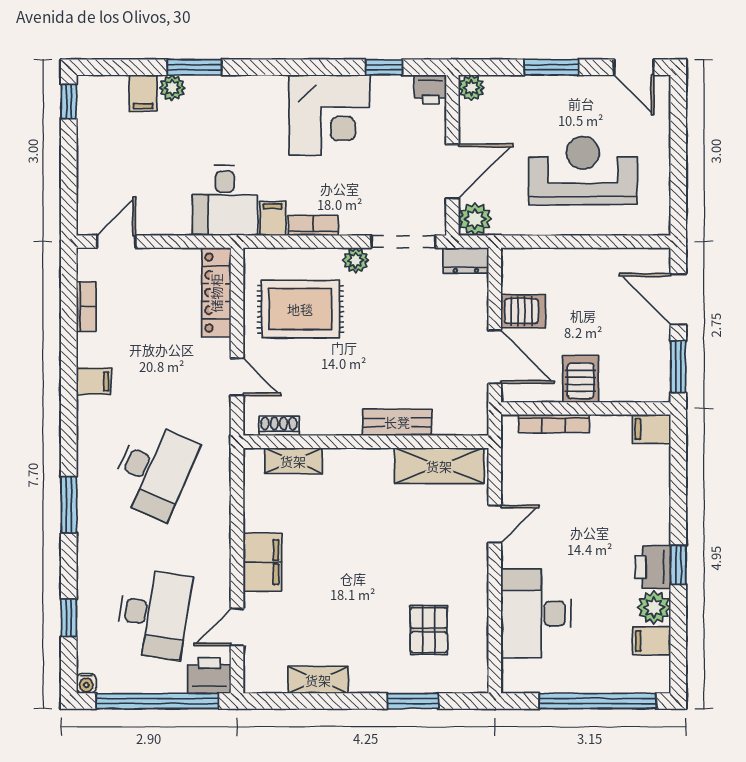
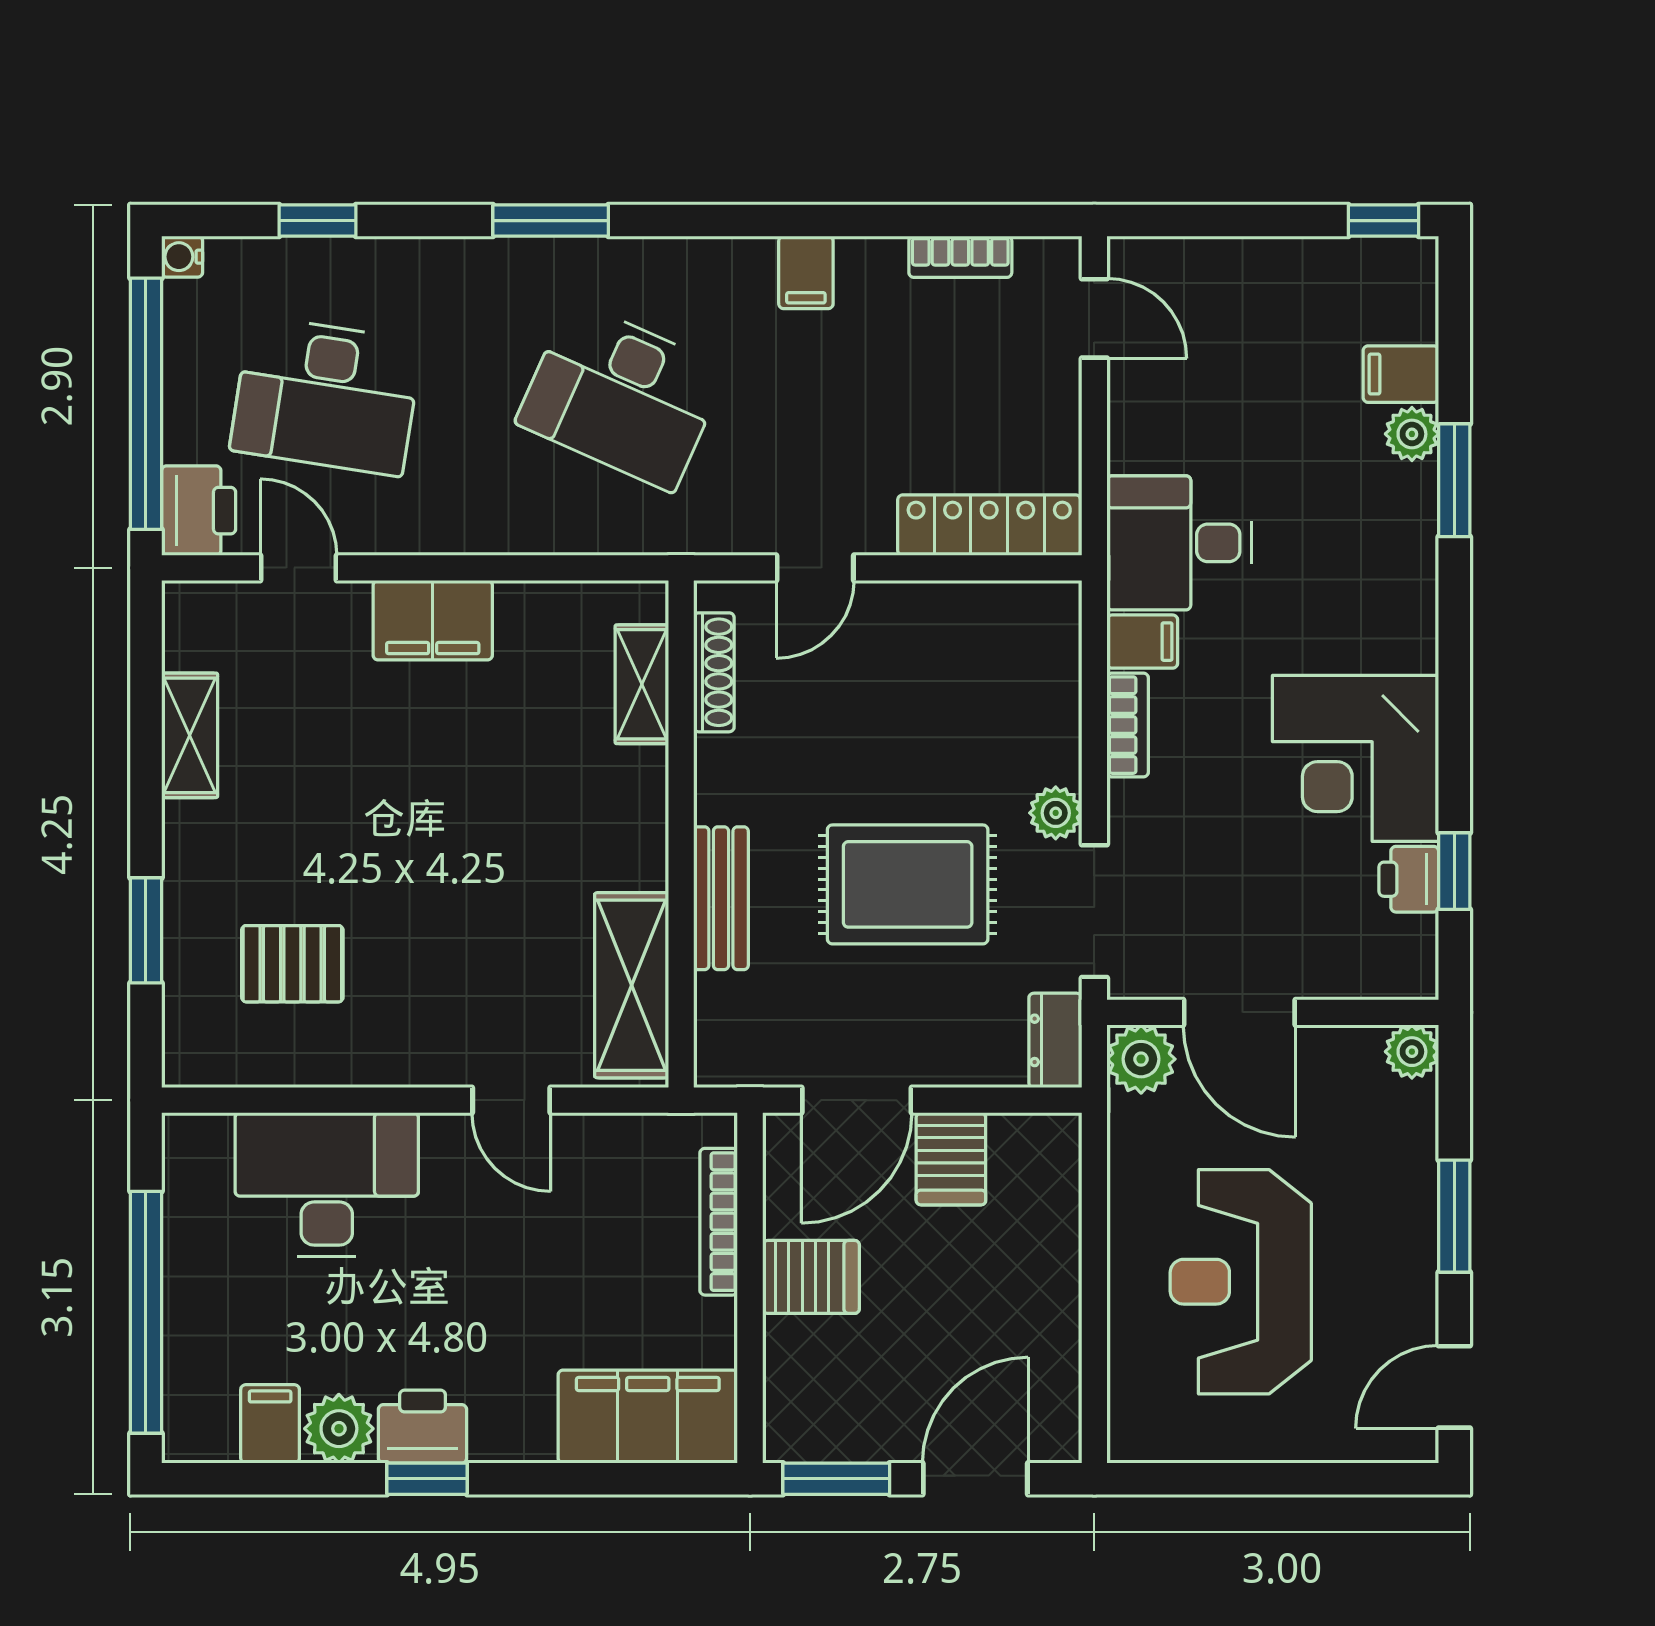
printer: (430, 89) -> (1409, 879), moved
reception desk: (583, 171) -> (1241, 1282), turned 180
rug: (300, 309) -> (908, 884), moved, turned 90
shoe rack: (279, 426) -> (714, 672), width x1.43
filing cabinet: (651, 429) -> (648, 1417), width x3.00, depth x1.17

